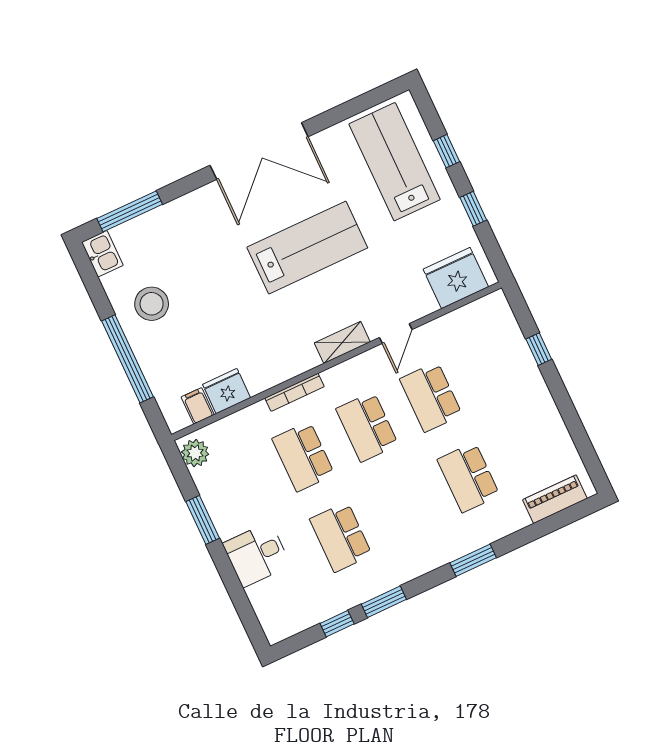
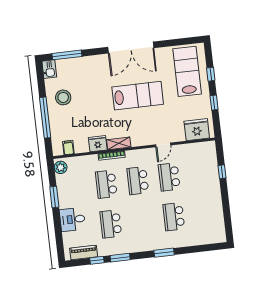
shelving: (342, 342) -> (119, 143), moved
fridge: (227, 391) -> (98, 144), moved
piano: (555, 499) -> (84, 253), moved

